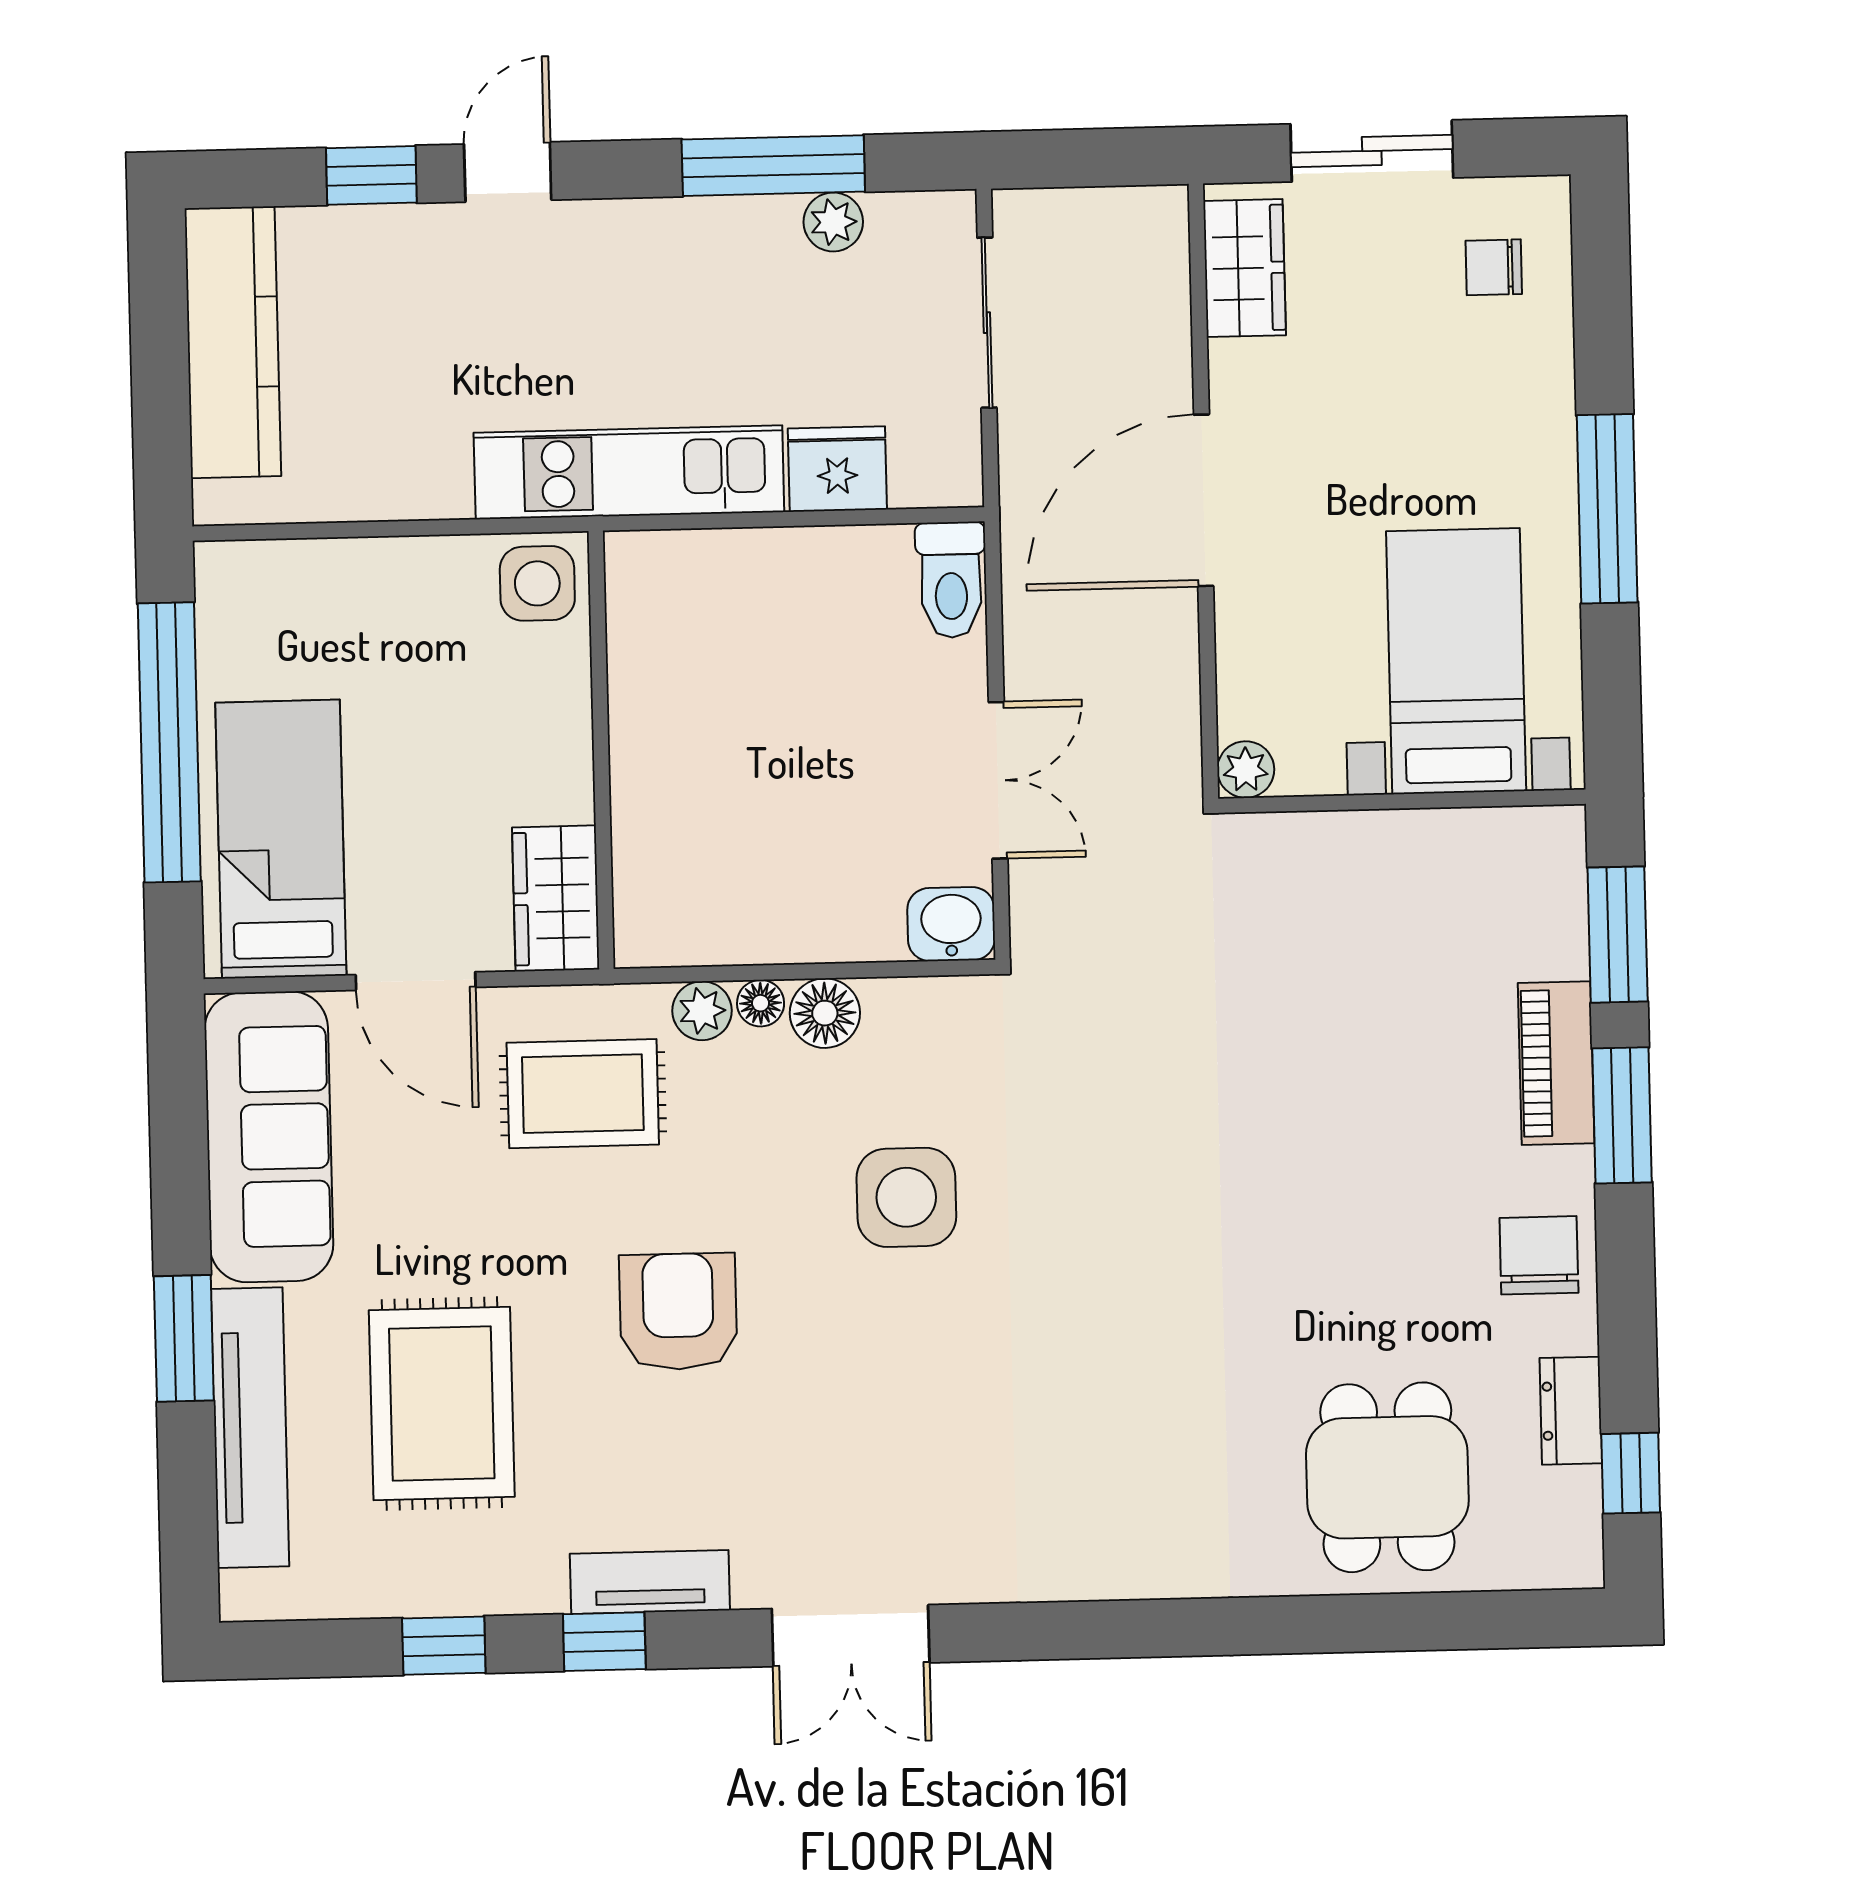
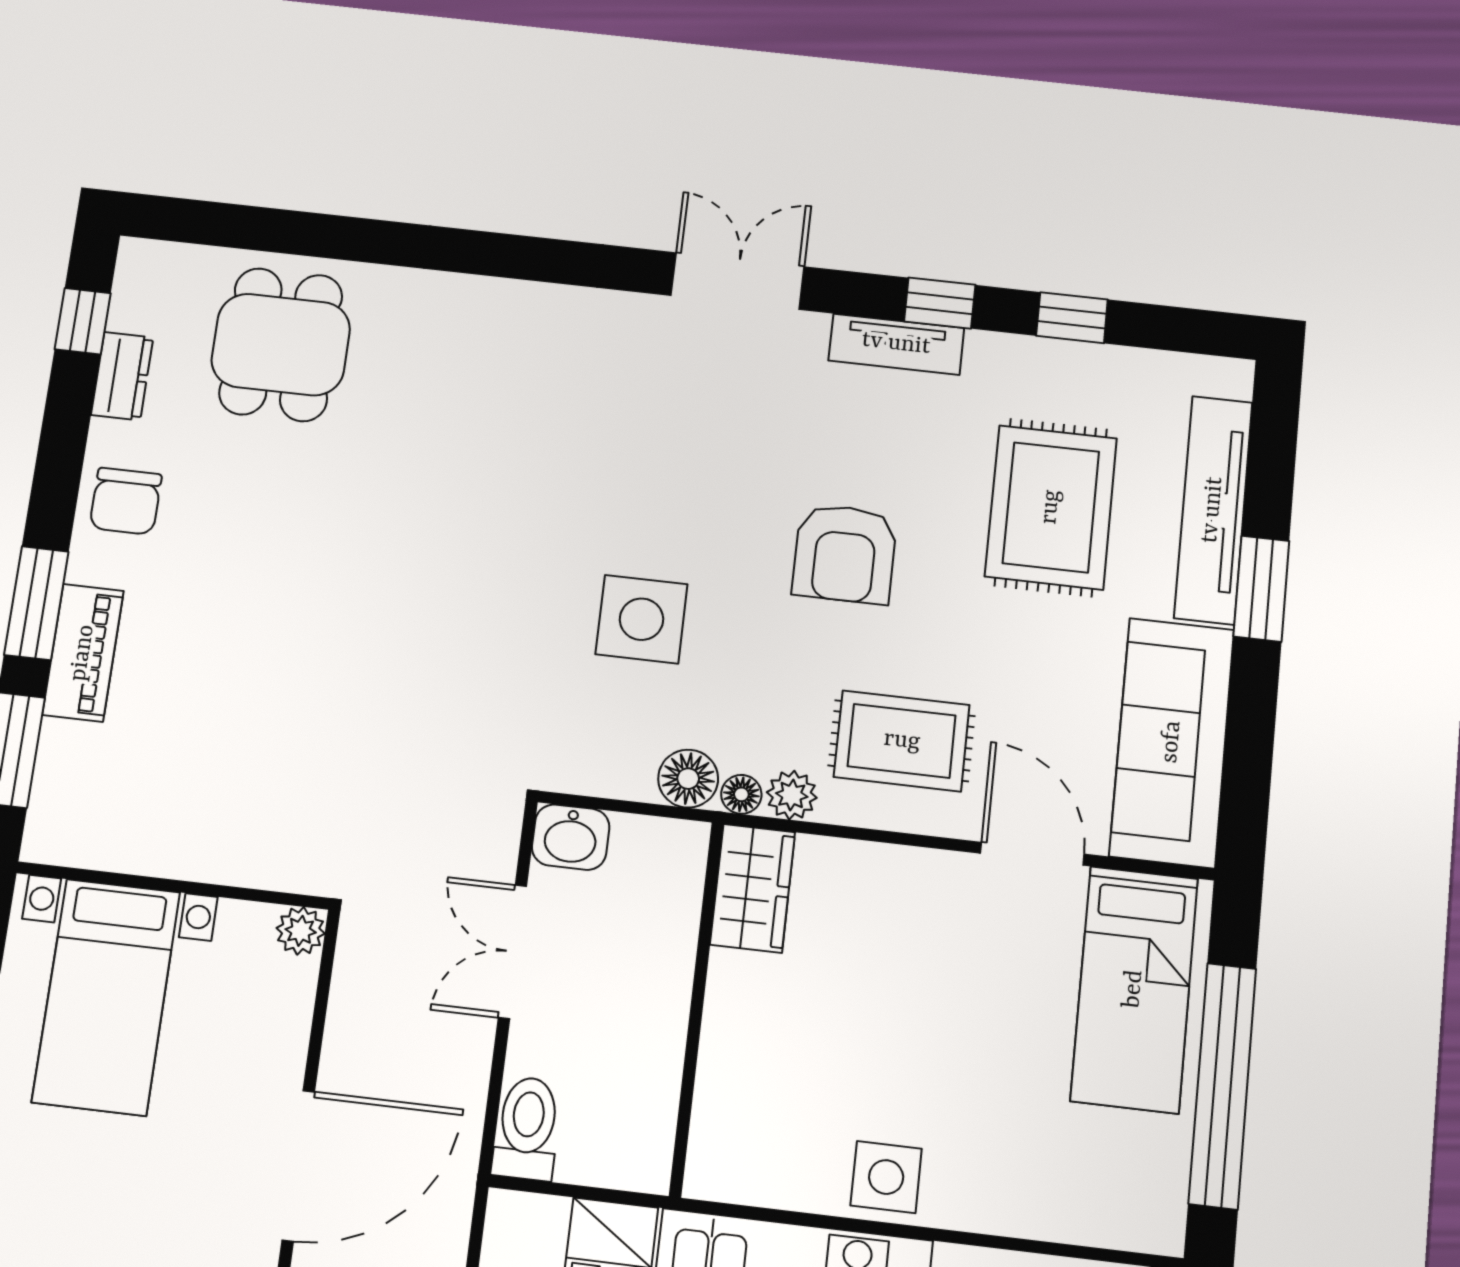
wall: (601, 750) -> (697, 1008), moved
wardrobe: (556, 898) -> (753, 888), moved

